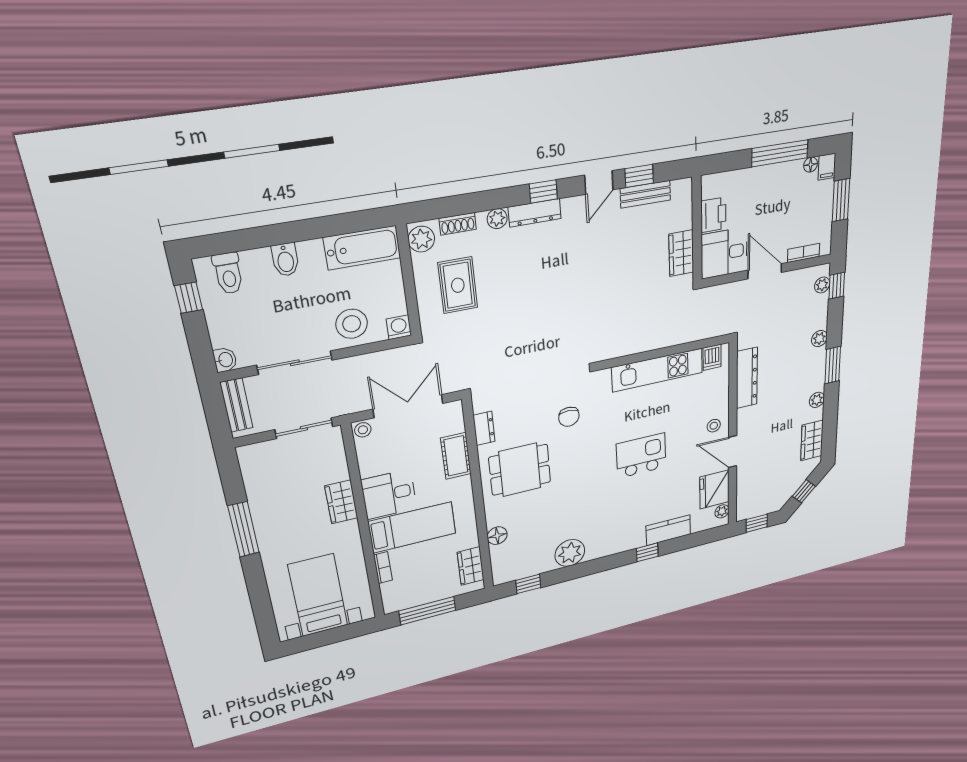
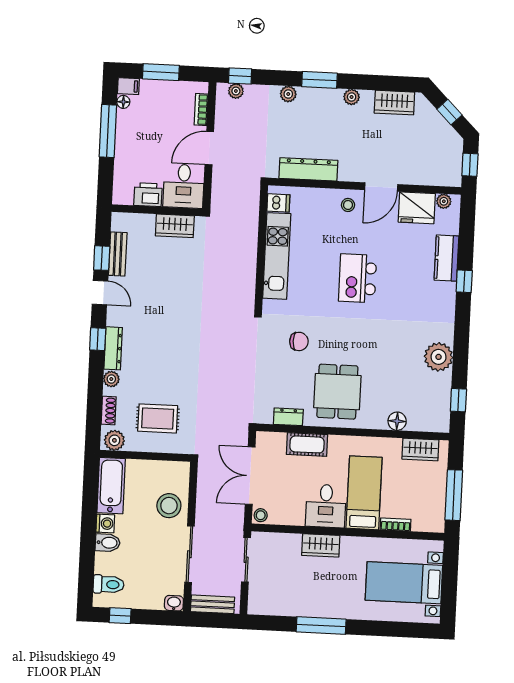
washing machine: (399, 327) -> (105, 524), moved, turned 180

